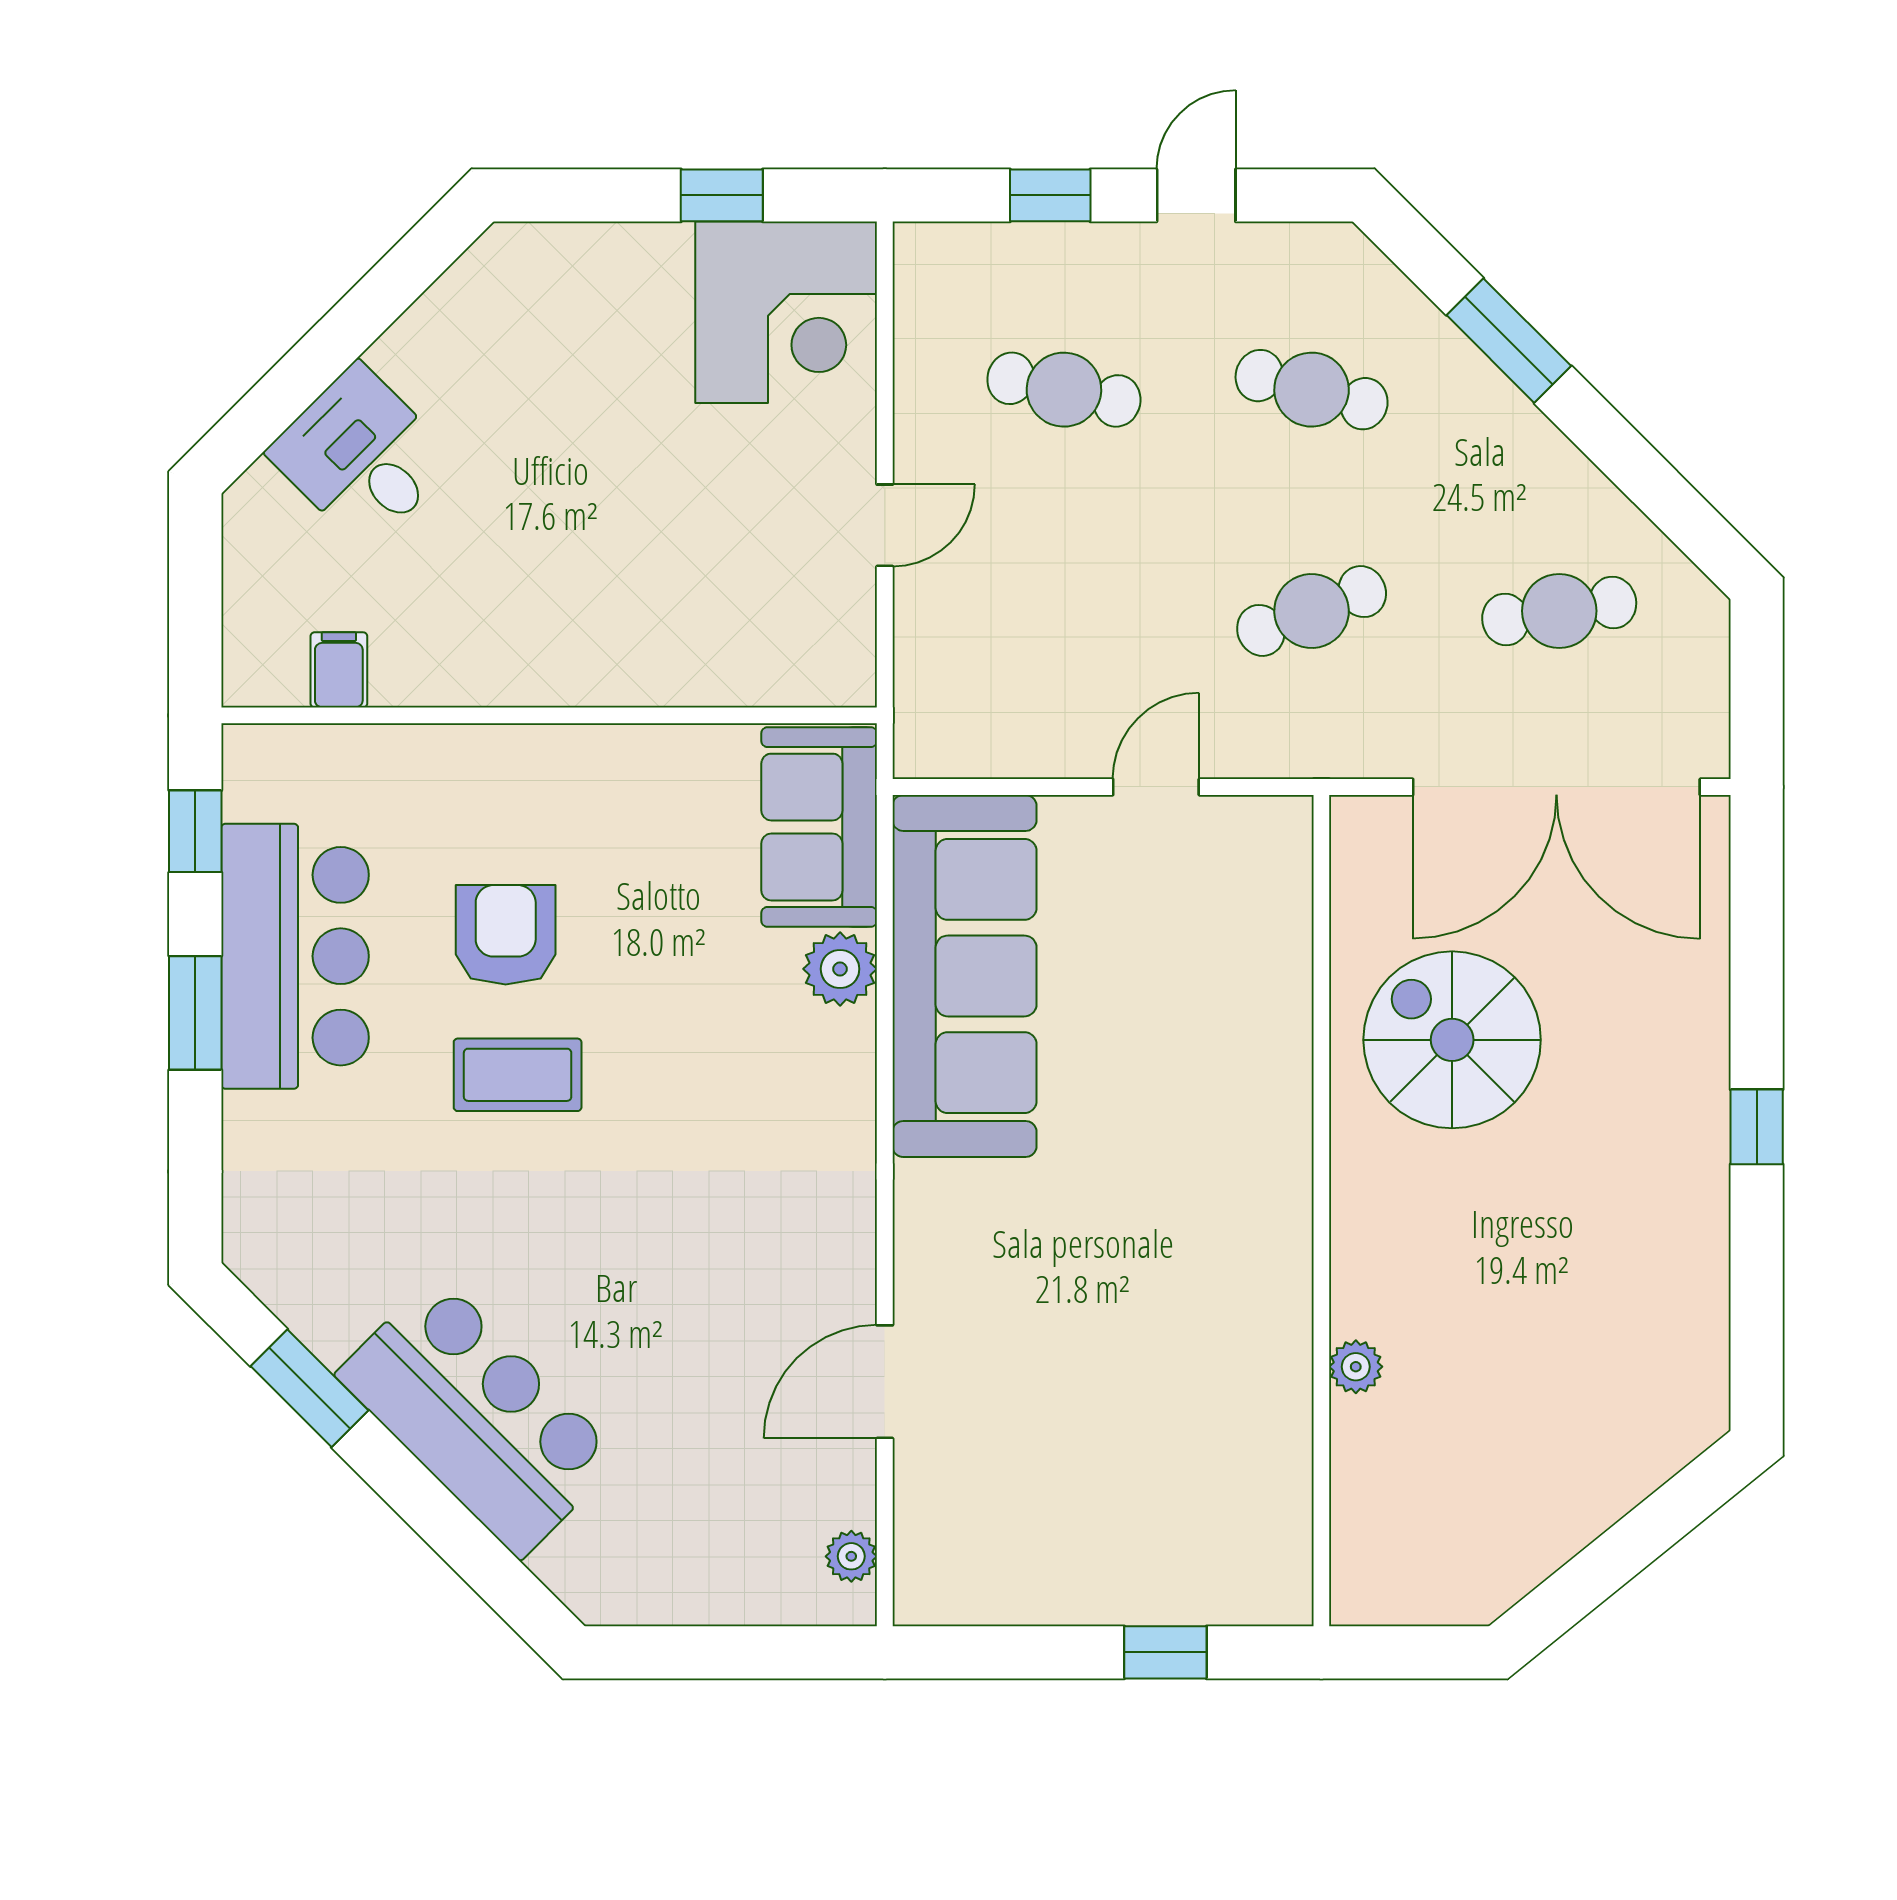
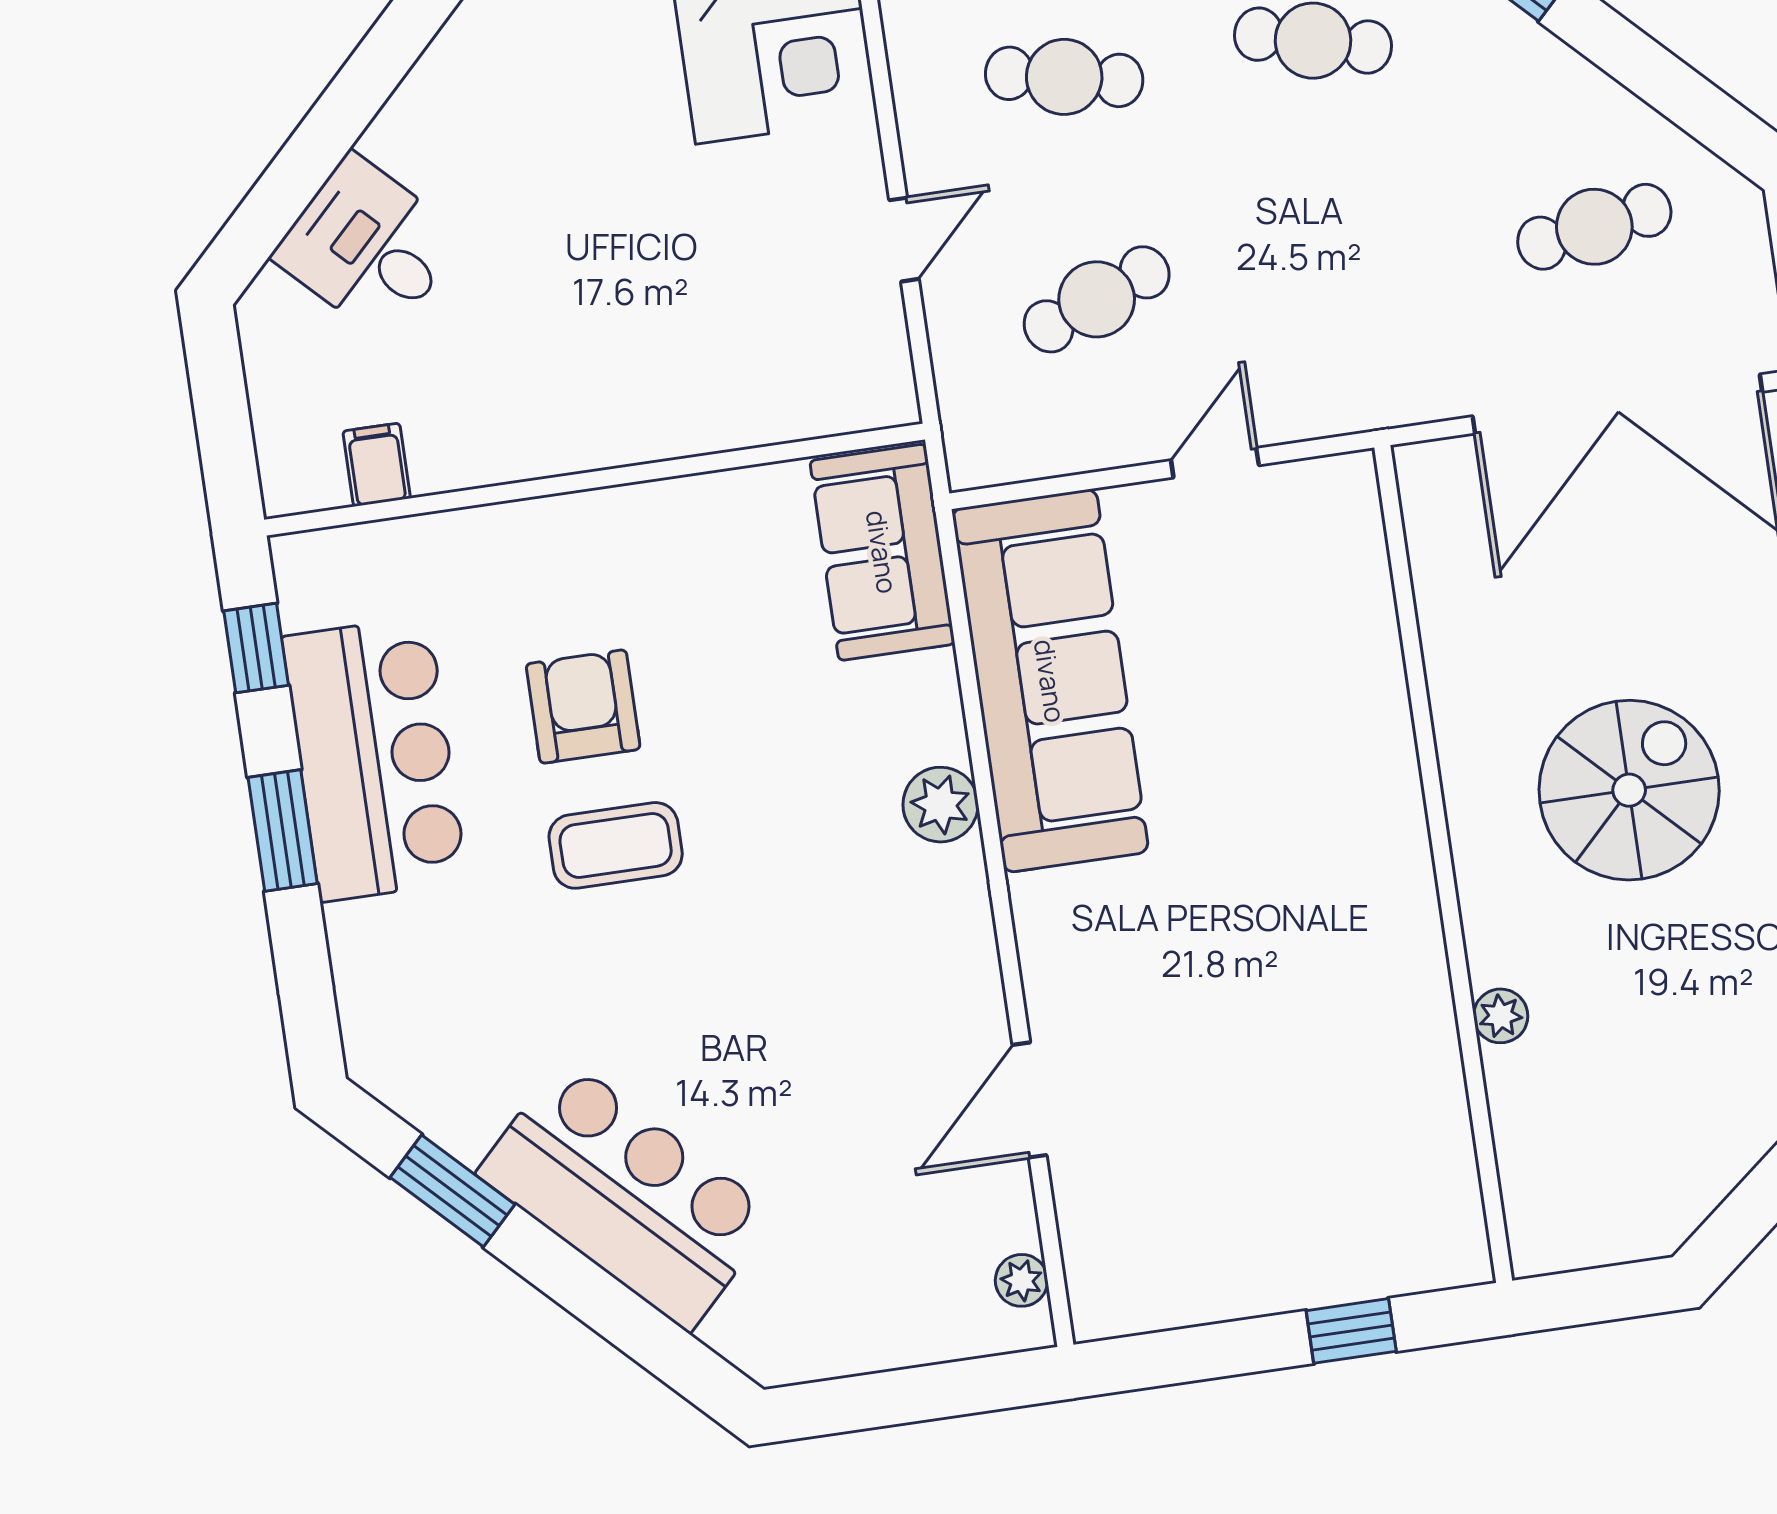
cafe table: (1312, 611) -> (1097, 299), moved
plant: (840, 969) -> (941, 805), moved
spiral stairs: (1452, 1040) -> (1629, 790), moved, turned 90

